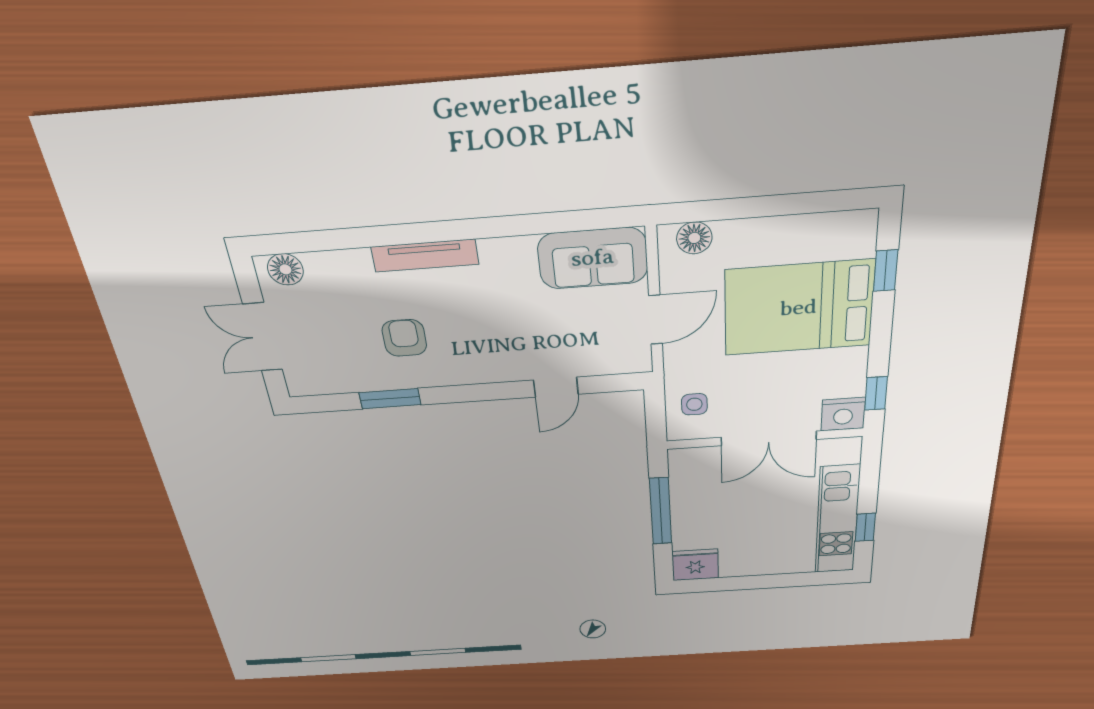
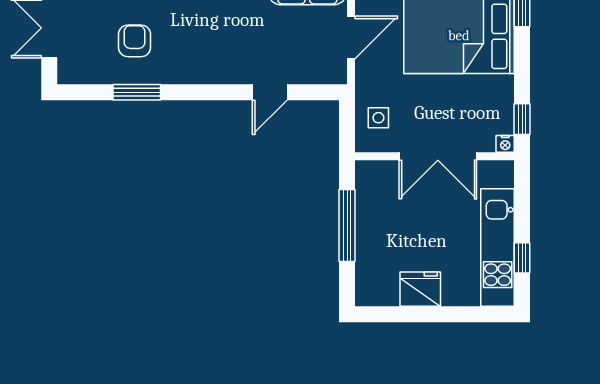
armchair: (404, 338) -> (135, 41), moved
nightstand: (843, 414) -> (505, 144), width x0.53, depth x0.56
fridge: (695, 565) -> (420, 289), moved

